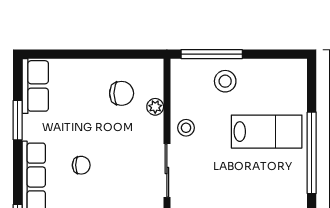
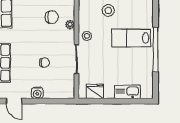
lab bench: (267, 132) -> (131, 38), turned 180
chair: (81, 165) -> (44, 62), moved

